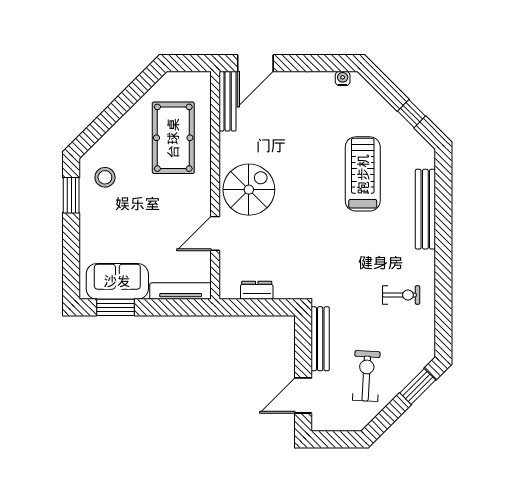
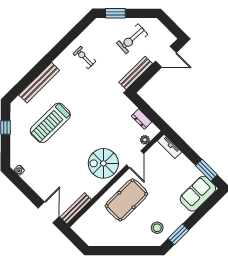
door: (255, 63) -> (49, 212), hinge flipped
pool table: (173, 138) -> (126, 200), moved
door: (215, 233) -> (135, 159), hinge flipped
plant: (227, 269) -> (145, 140), added
sofa: (117, 281) -> (198, 194), moved, turned 90
tv unit: (181, 291) -> (169, 146), width x0.71

